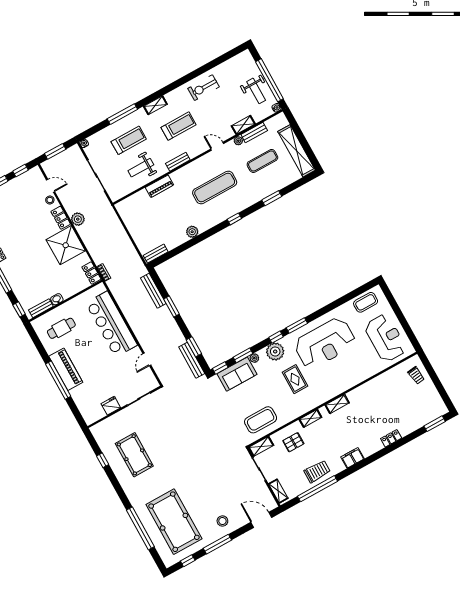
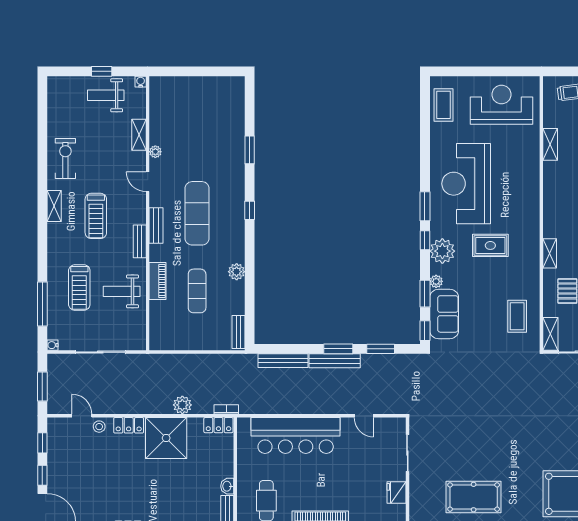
window: (269, 80) -> (102, 71), width x0.32
exercise bike: (204, 88) -> (65, 158), turned 180
weight bench: (256, 91) -> (106, 95), turned 180
shelving: (155, 105) -> (54, 206), moved
window: (122, 114) -> (42, 304), moved
treadmill: (178, 126) -> (96, 216), turned 180
bench: (254, 133) -> (156, 225), moved
treadmill: (129, 140) -> (79, 288), turned 180
door: (217, 146) -> (148, 182), hinge flipped
shelving: (297, 151) -> (208, 86), removed
exercise mat: (262, 161) -> (197, 291), moved
weight bench: (141, 168) -> (122, 291), turned 90
door: (51, 186) -> (82, 416), hinge flipped
plant: (78, 219) -> (182, 405), moved
window: (171, 306) -> (338, 349), moved
reception desk: (325, 343) -> (466, 184), turned 180
bench: (192, 360) -> (335, 361), moved
shelving: (337, 404) -> (550, 144), moved
coffee table: (261, 420) -> (517, 316), width x0.73, depth x0.76

